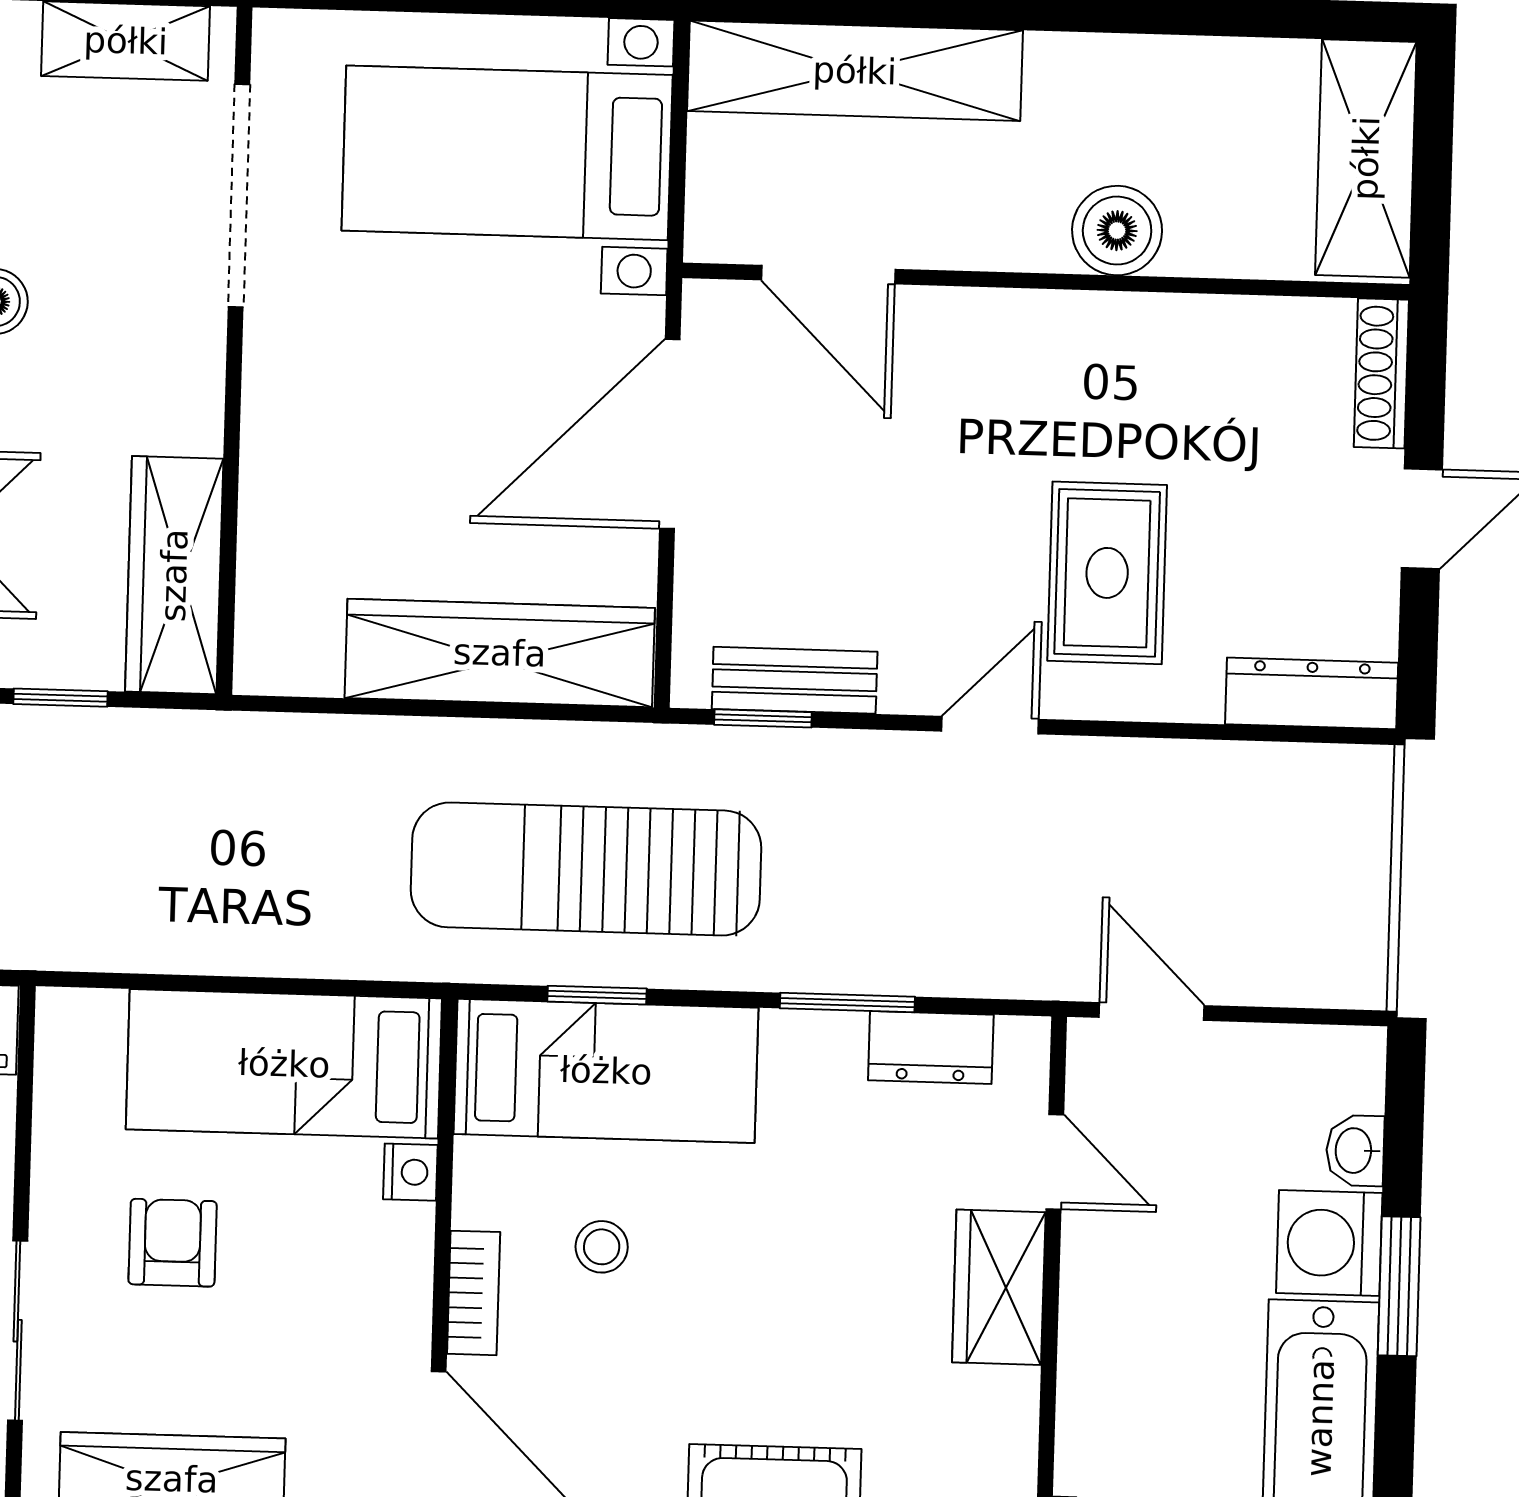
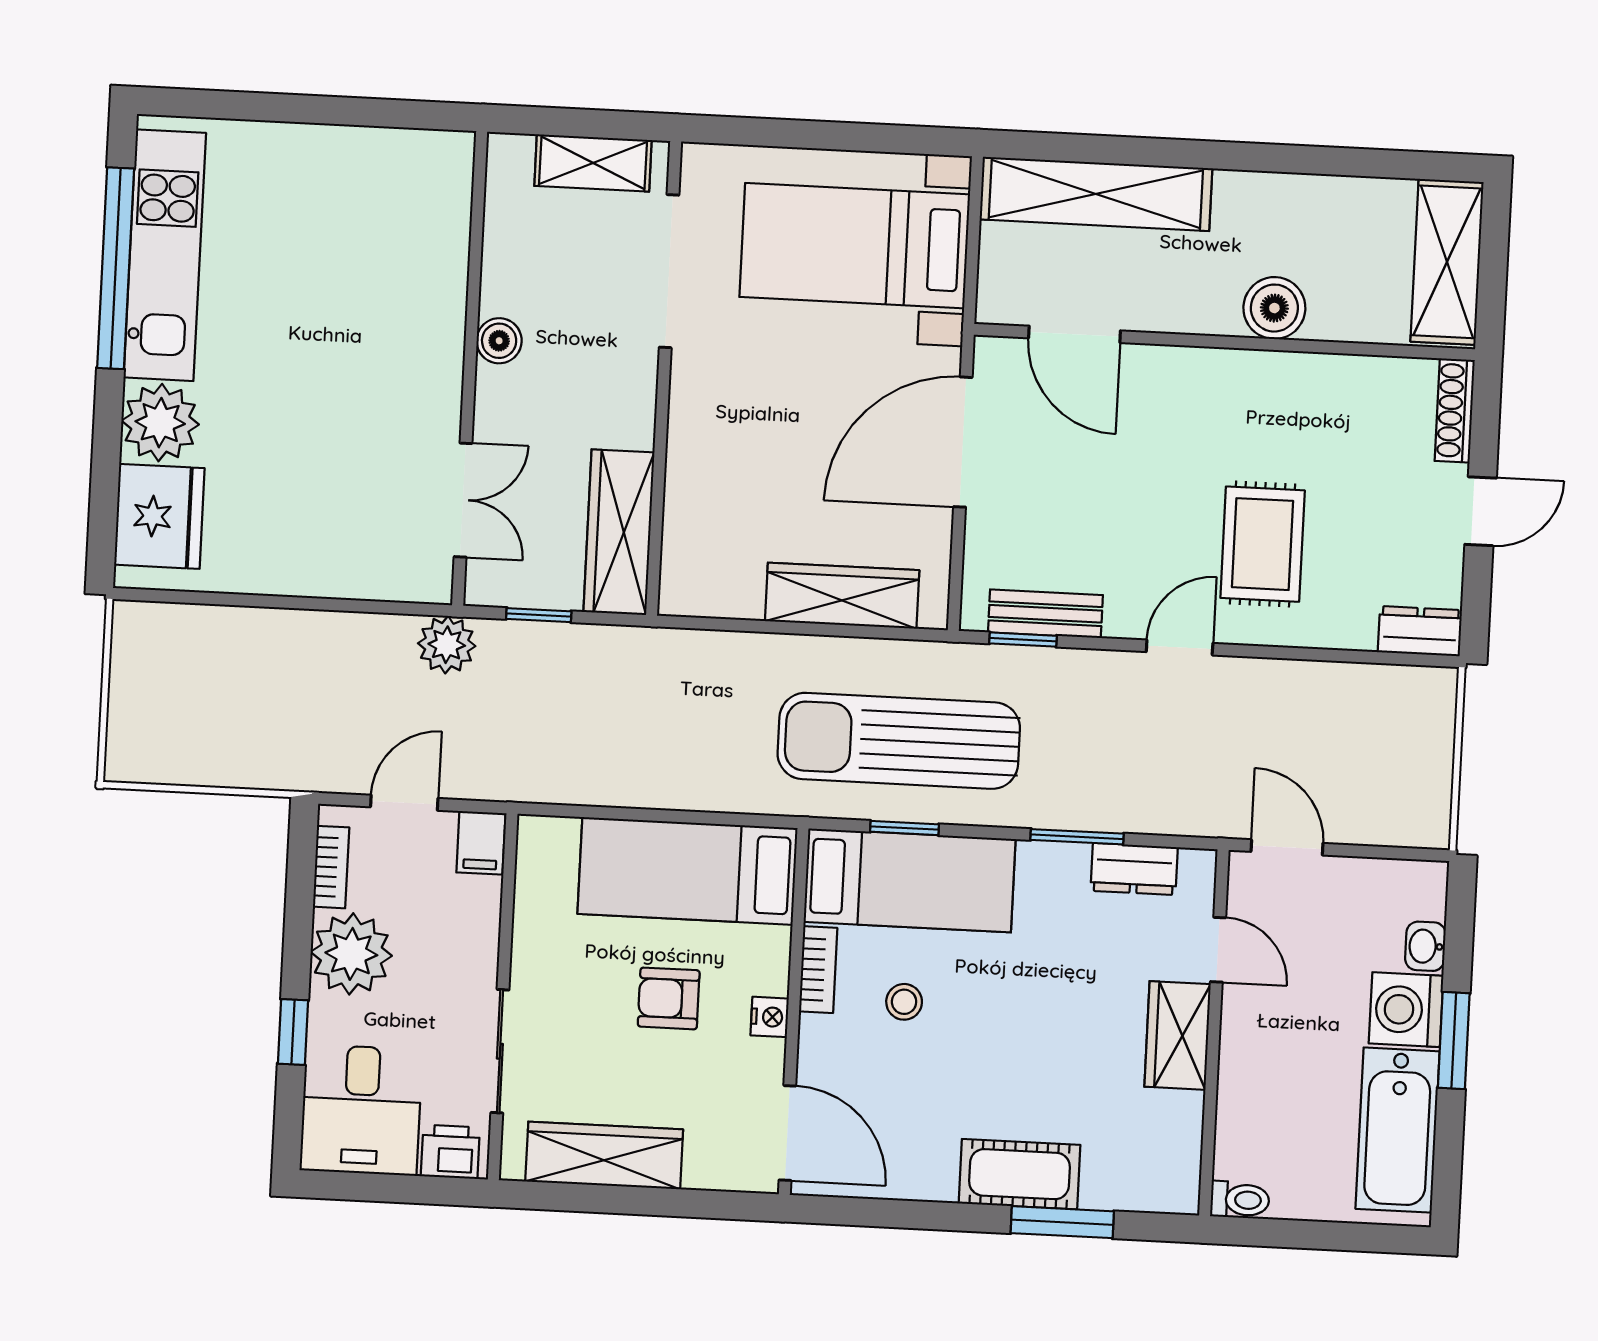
wardrobe: (500, 653) -> (842, 596), width x0.71, depth x0.85
dresser: (1312, 693) -> (1420, 631), width x0.70
nightstand: (410, 1172) -> (770, 1017), moved
armchair: (173, 1243) -> (669, 998), moved, turned -90
bookcase: (474, 1293) -> (818, 970), moved

